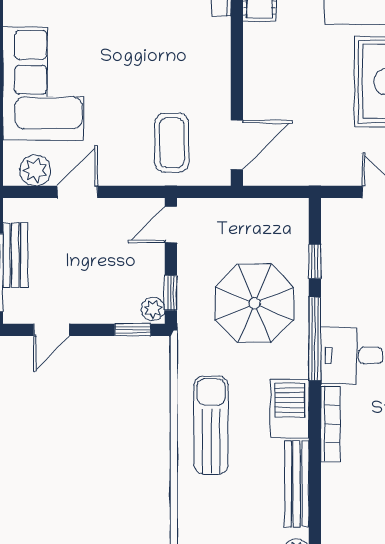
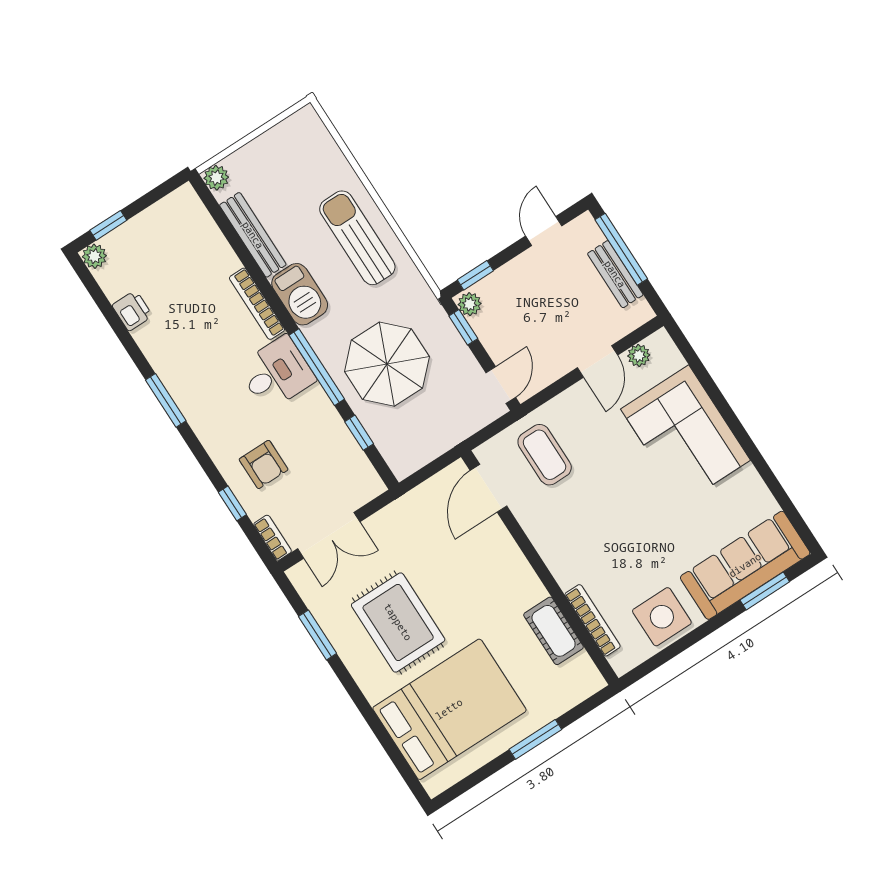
plant: (35, 170) -> (639, 355), width x0.73, depth x0.73
sun lounger: (211, 425) -> (357, 238), turned 180

